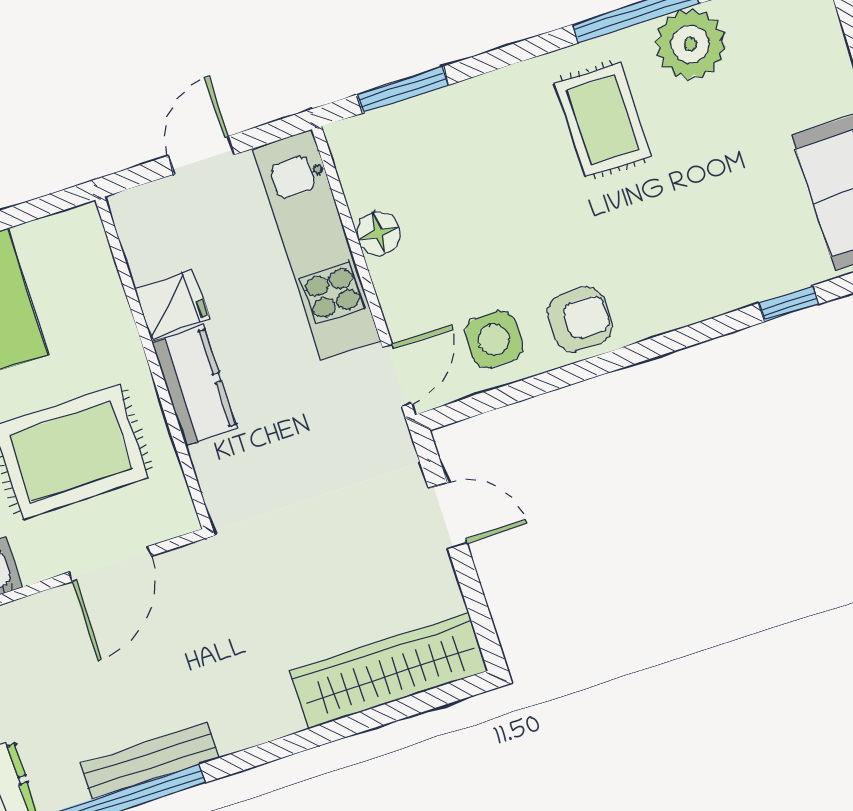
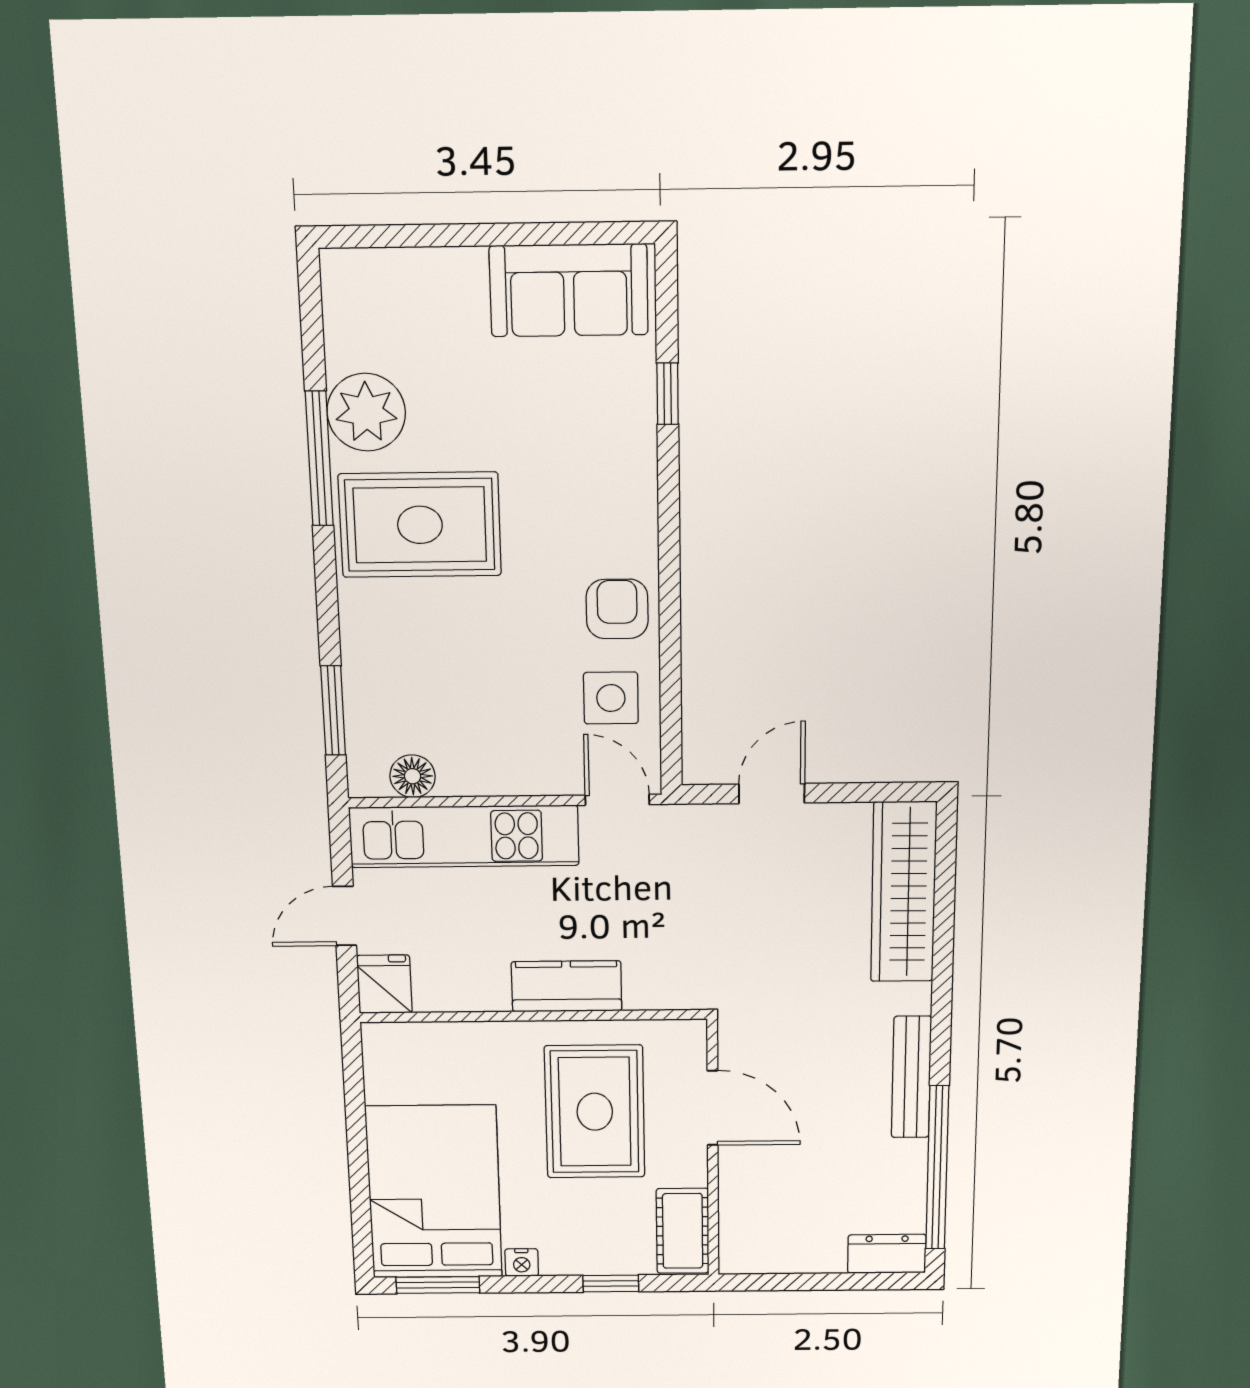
rug: (603, 120) -> (420, 525), width x1.36, depth x1.43
door: (201, 155) -> (345, 916), hinge flipped
floor lamp: (379, 233) -> (413, 776), moved
fridge: (172, 304) -> (384, 984), moved
bench: (149, 761) -> (911, 1077), moved

